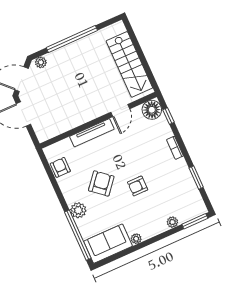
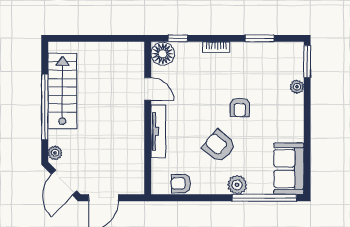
stairs: (129, 64) -> (62, 91), moved, turned -90
plant: (136, 239) -> (297, 135), removed

